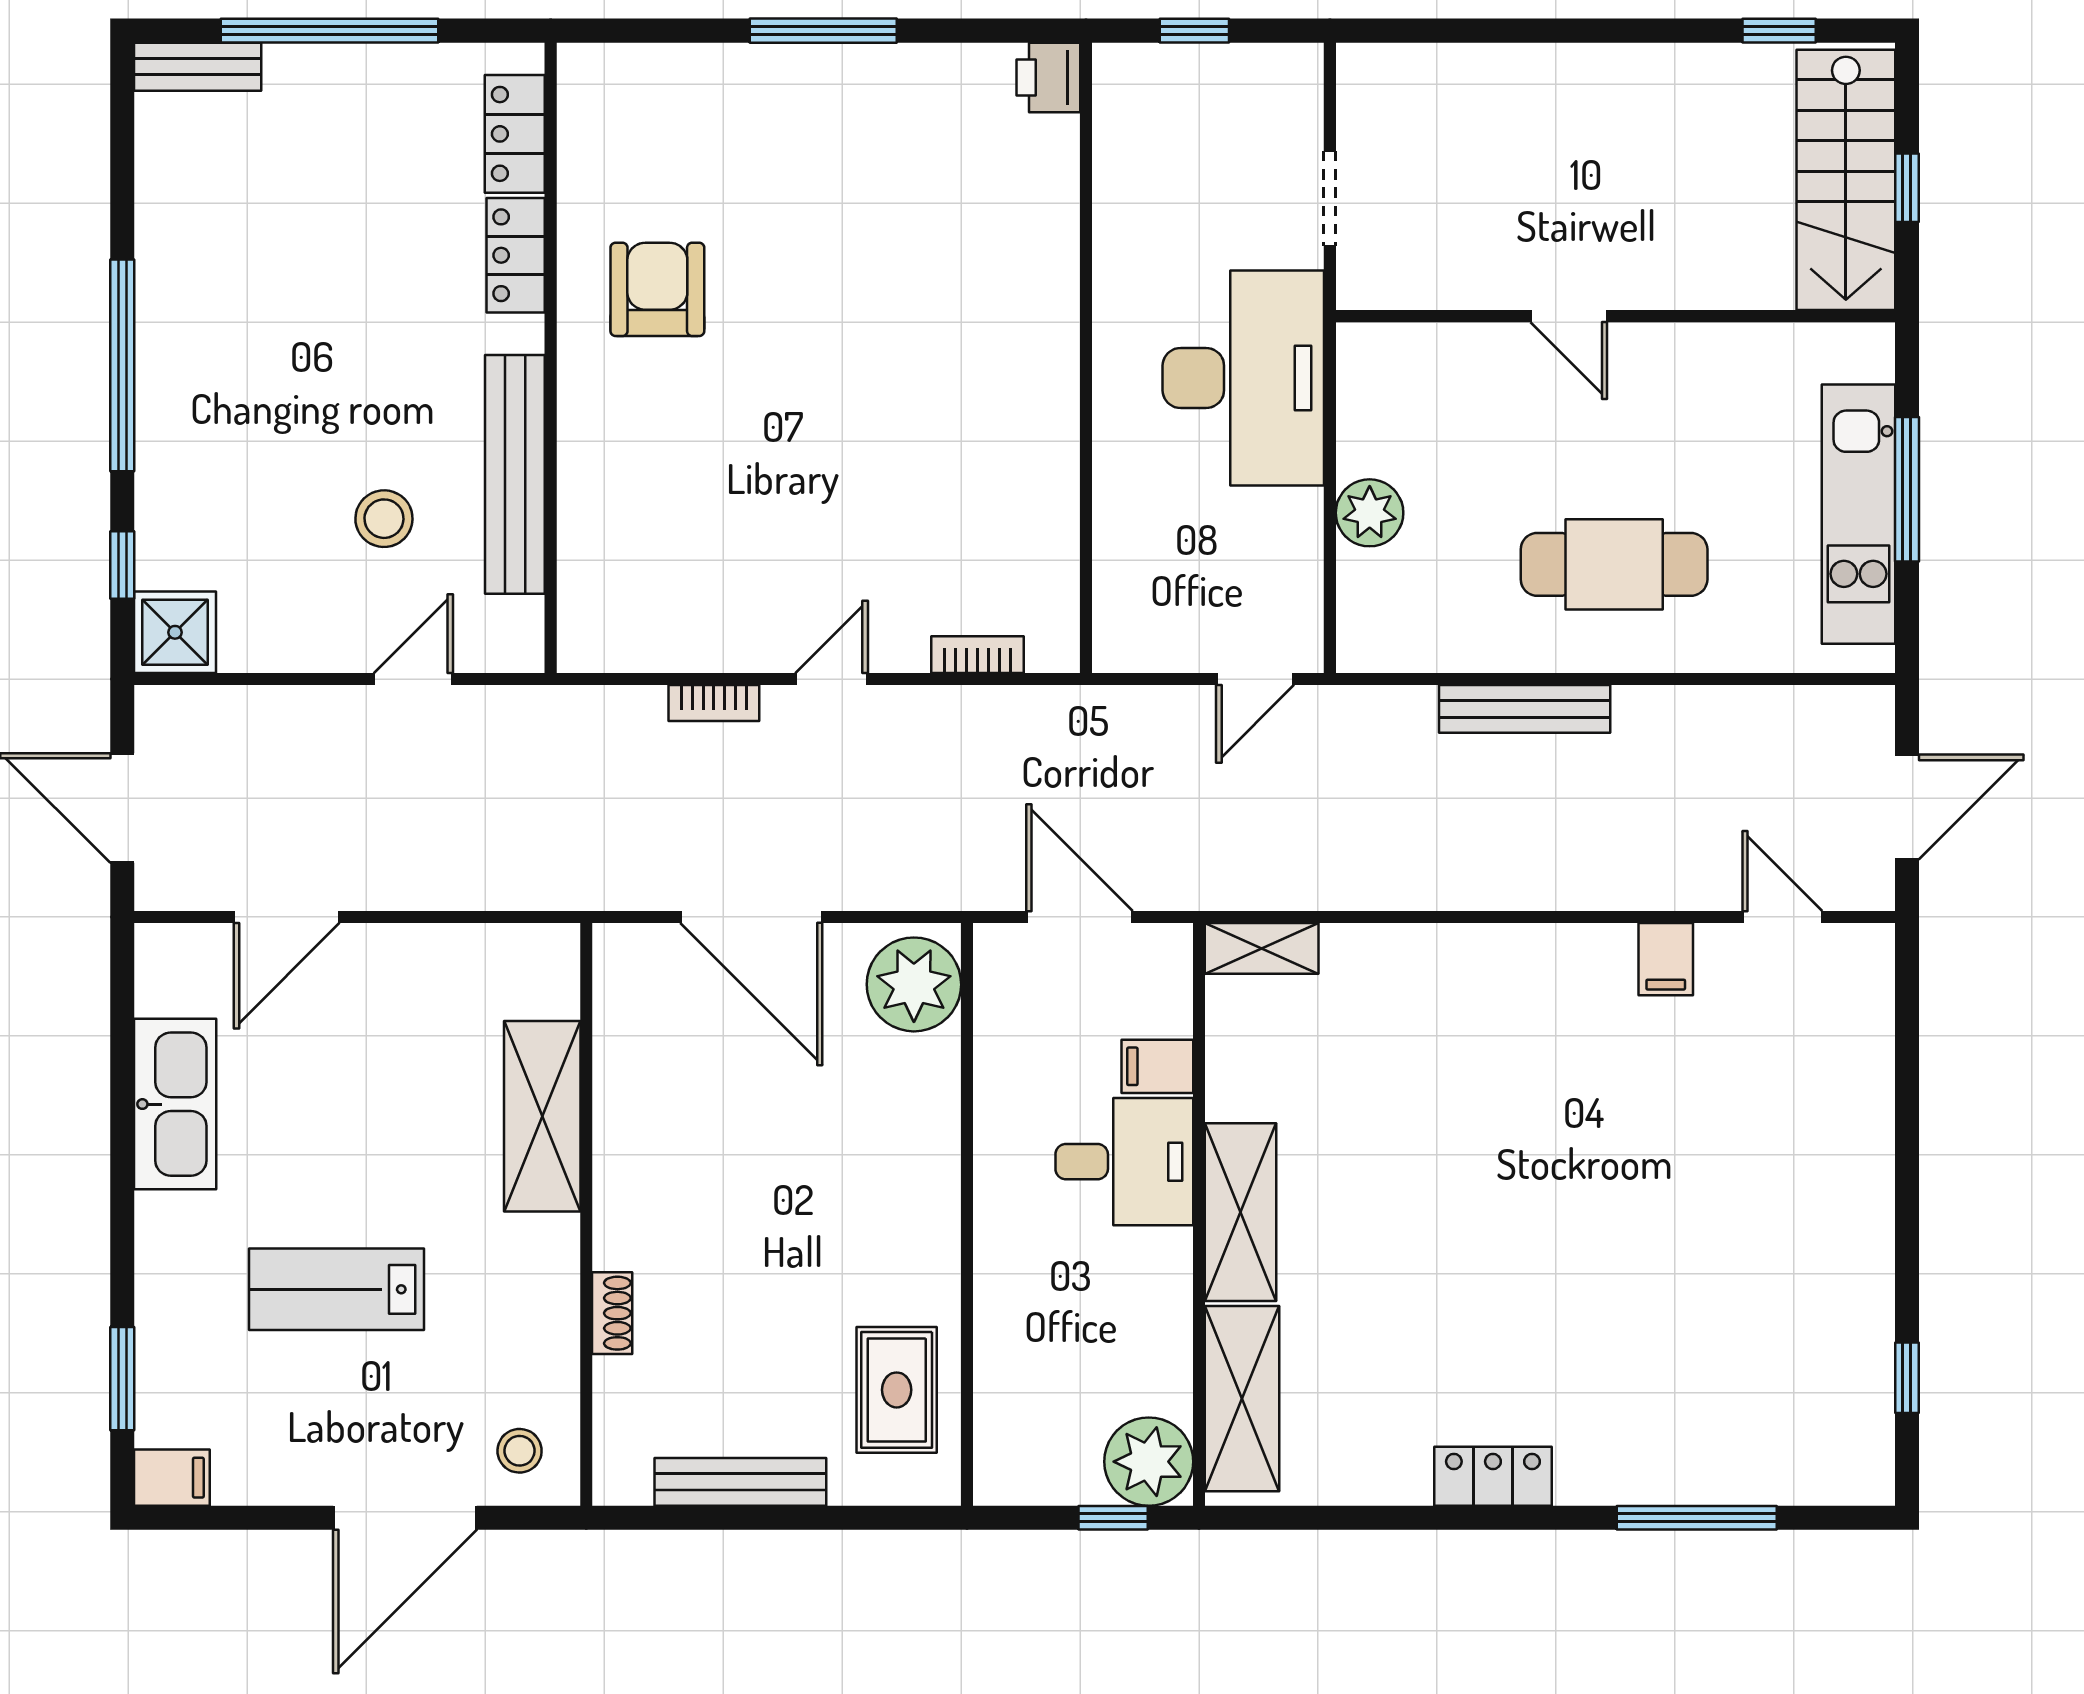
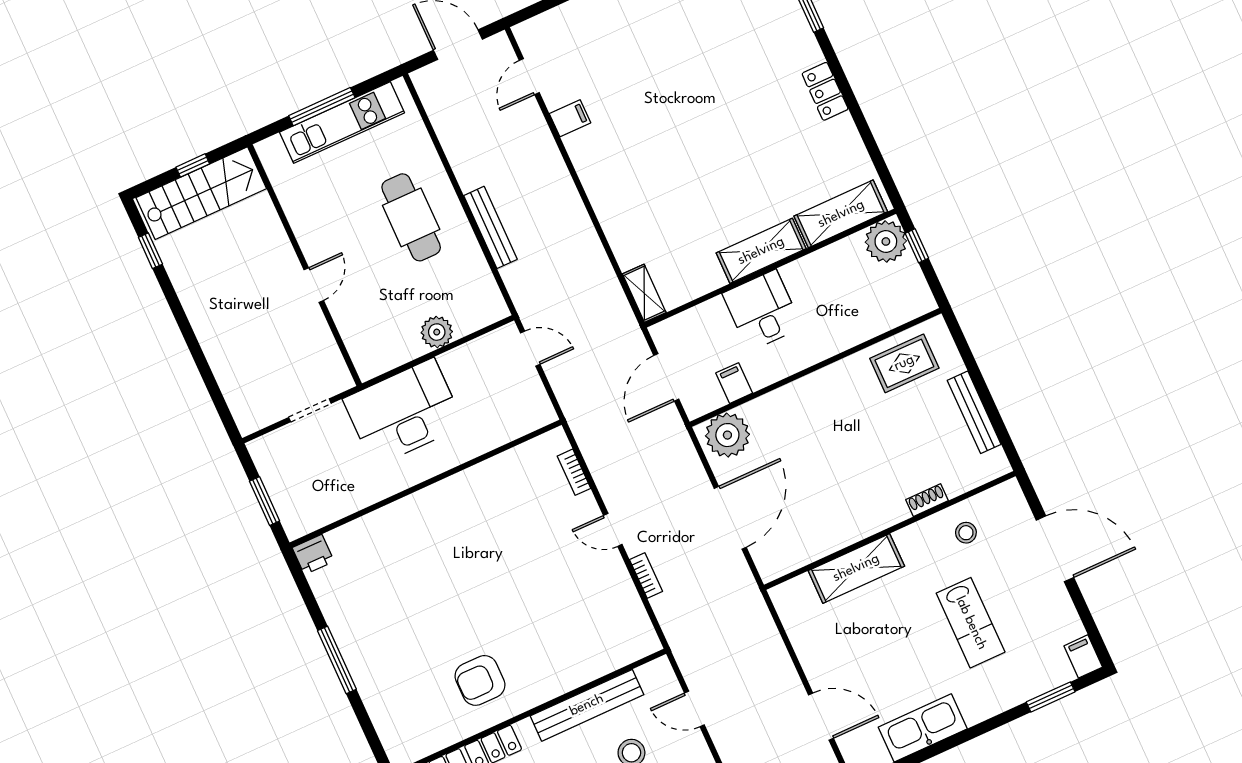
window: (1194, 31) -> (265, 501), width x1.50
filing cabinet: (1157, 1066) -> (734, 383), moved, turned 180
stool: (520, 1451) -> (966, 533), moved

